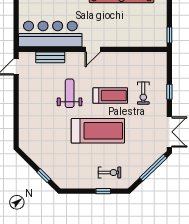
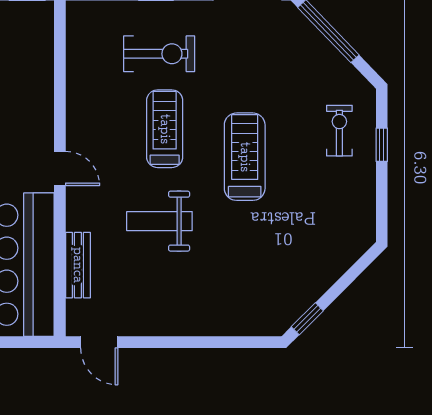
exercise bike: (143, 93) -> (159, 54), width x1.38, depth x1.39
treadmill: (98, 131) -> (245, 157), width x0.73, depth x0.73
window: (44, 176) -> (307, 319), moved

